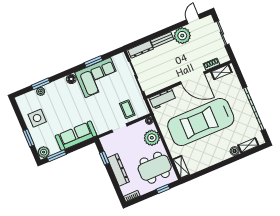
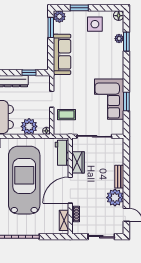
dresser: (140, 49) -> (119, 152), removed
floor lamp: (71, 79) -> (119, 16), moved
wardrobe: (165, 81) -> (78, 162), added

